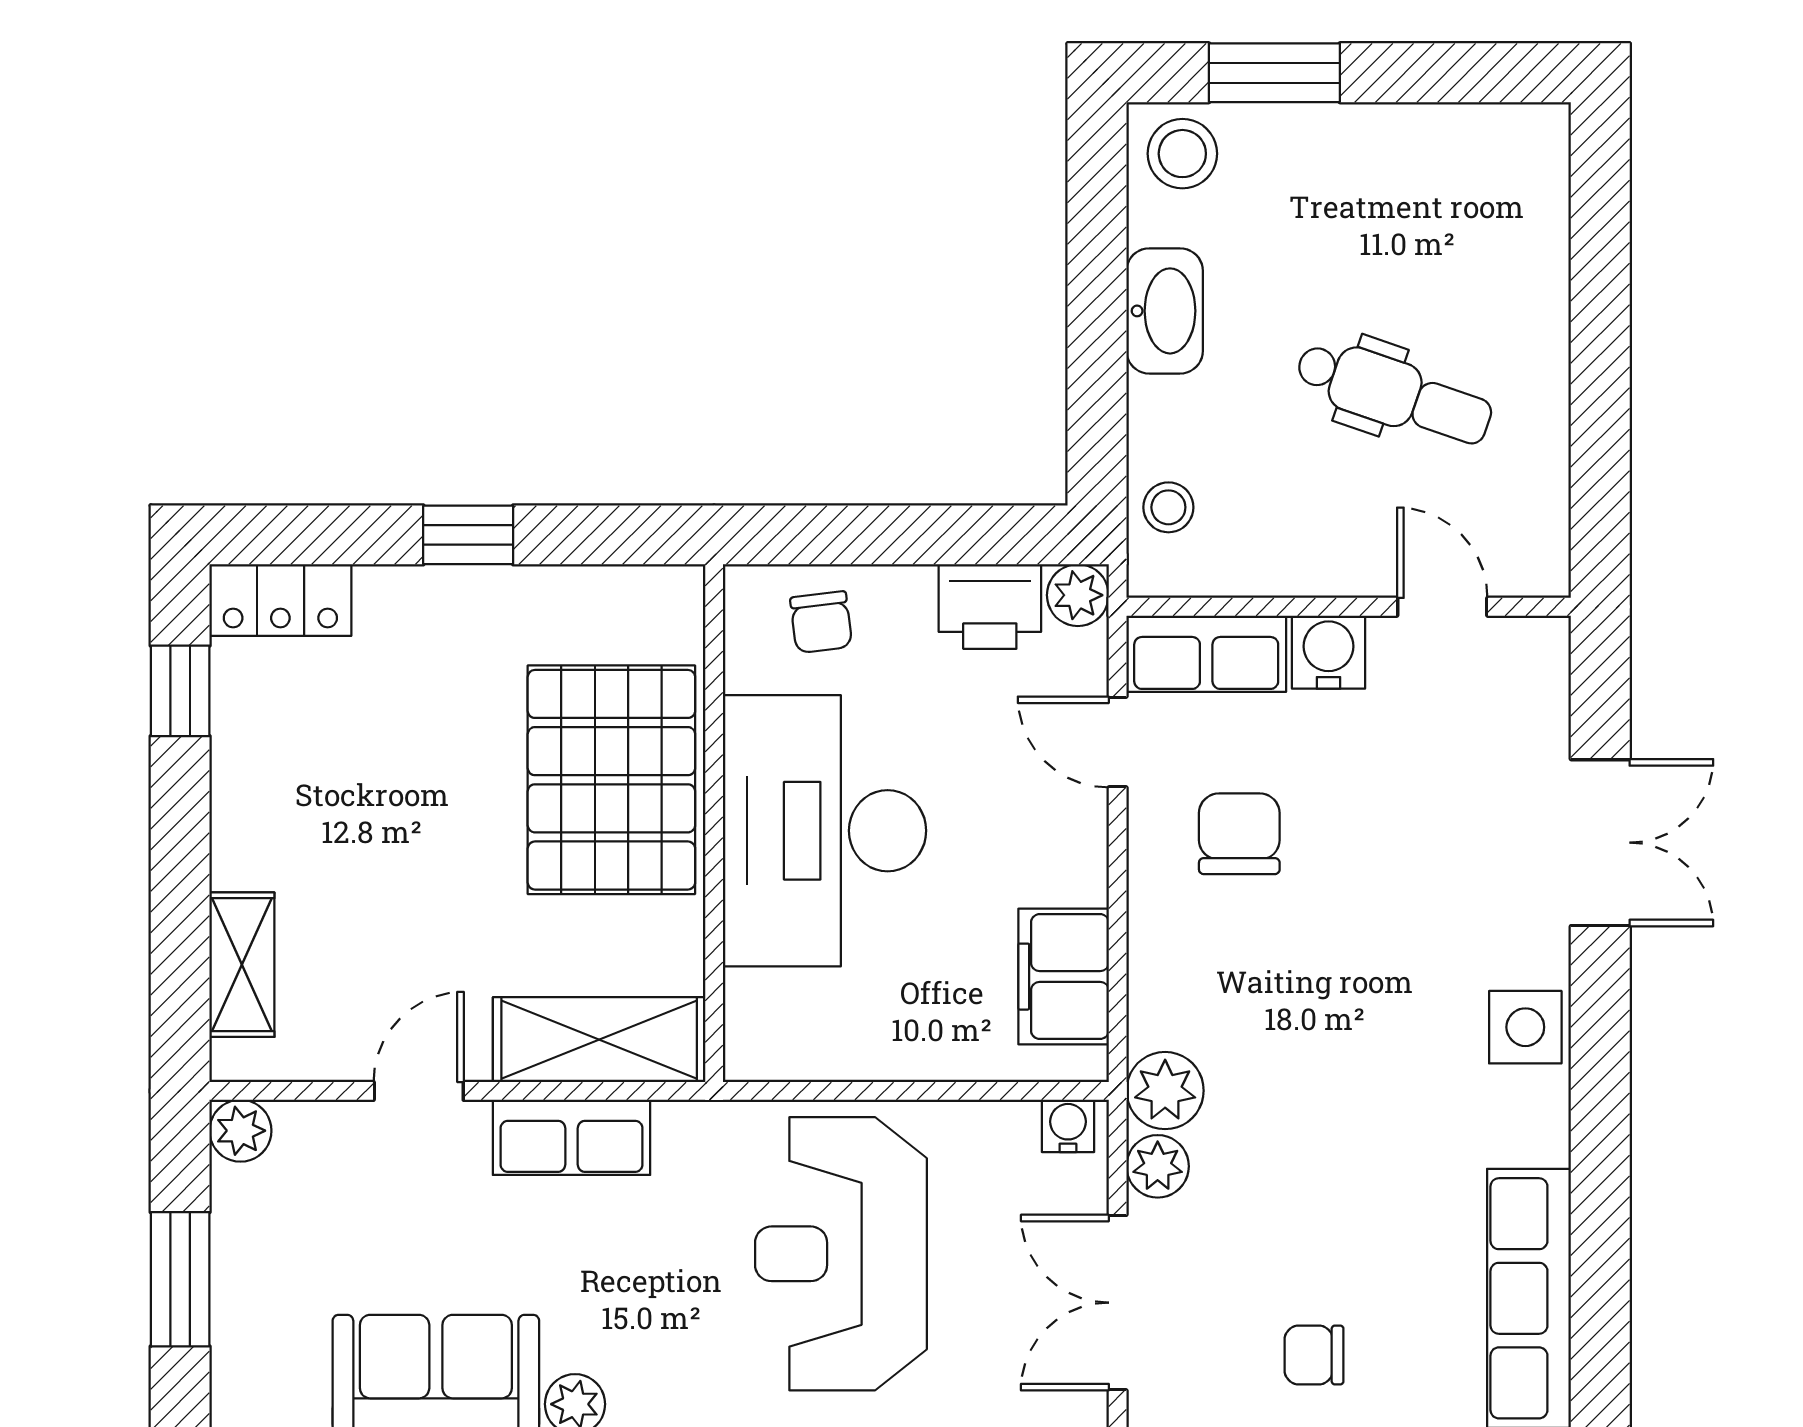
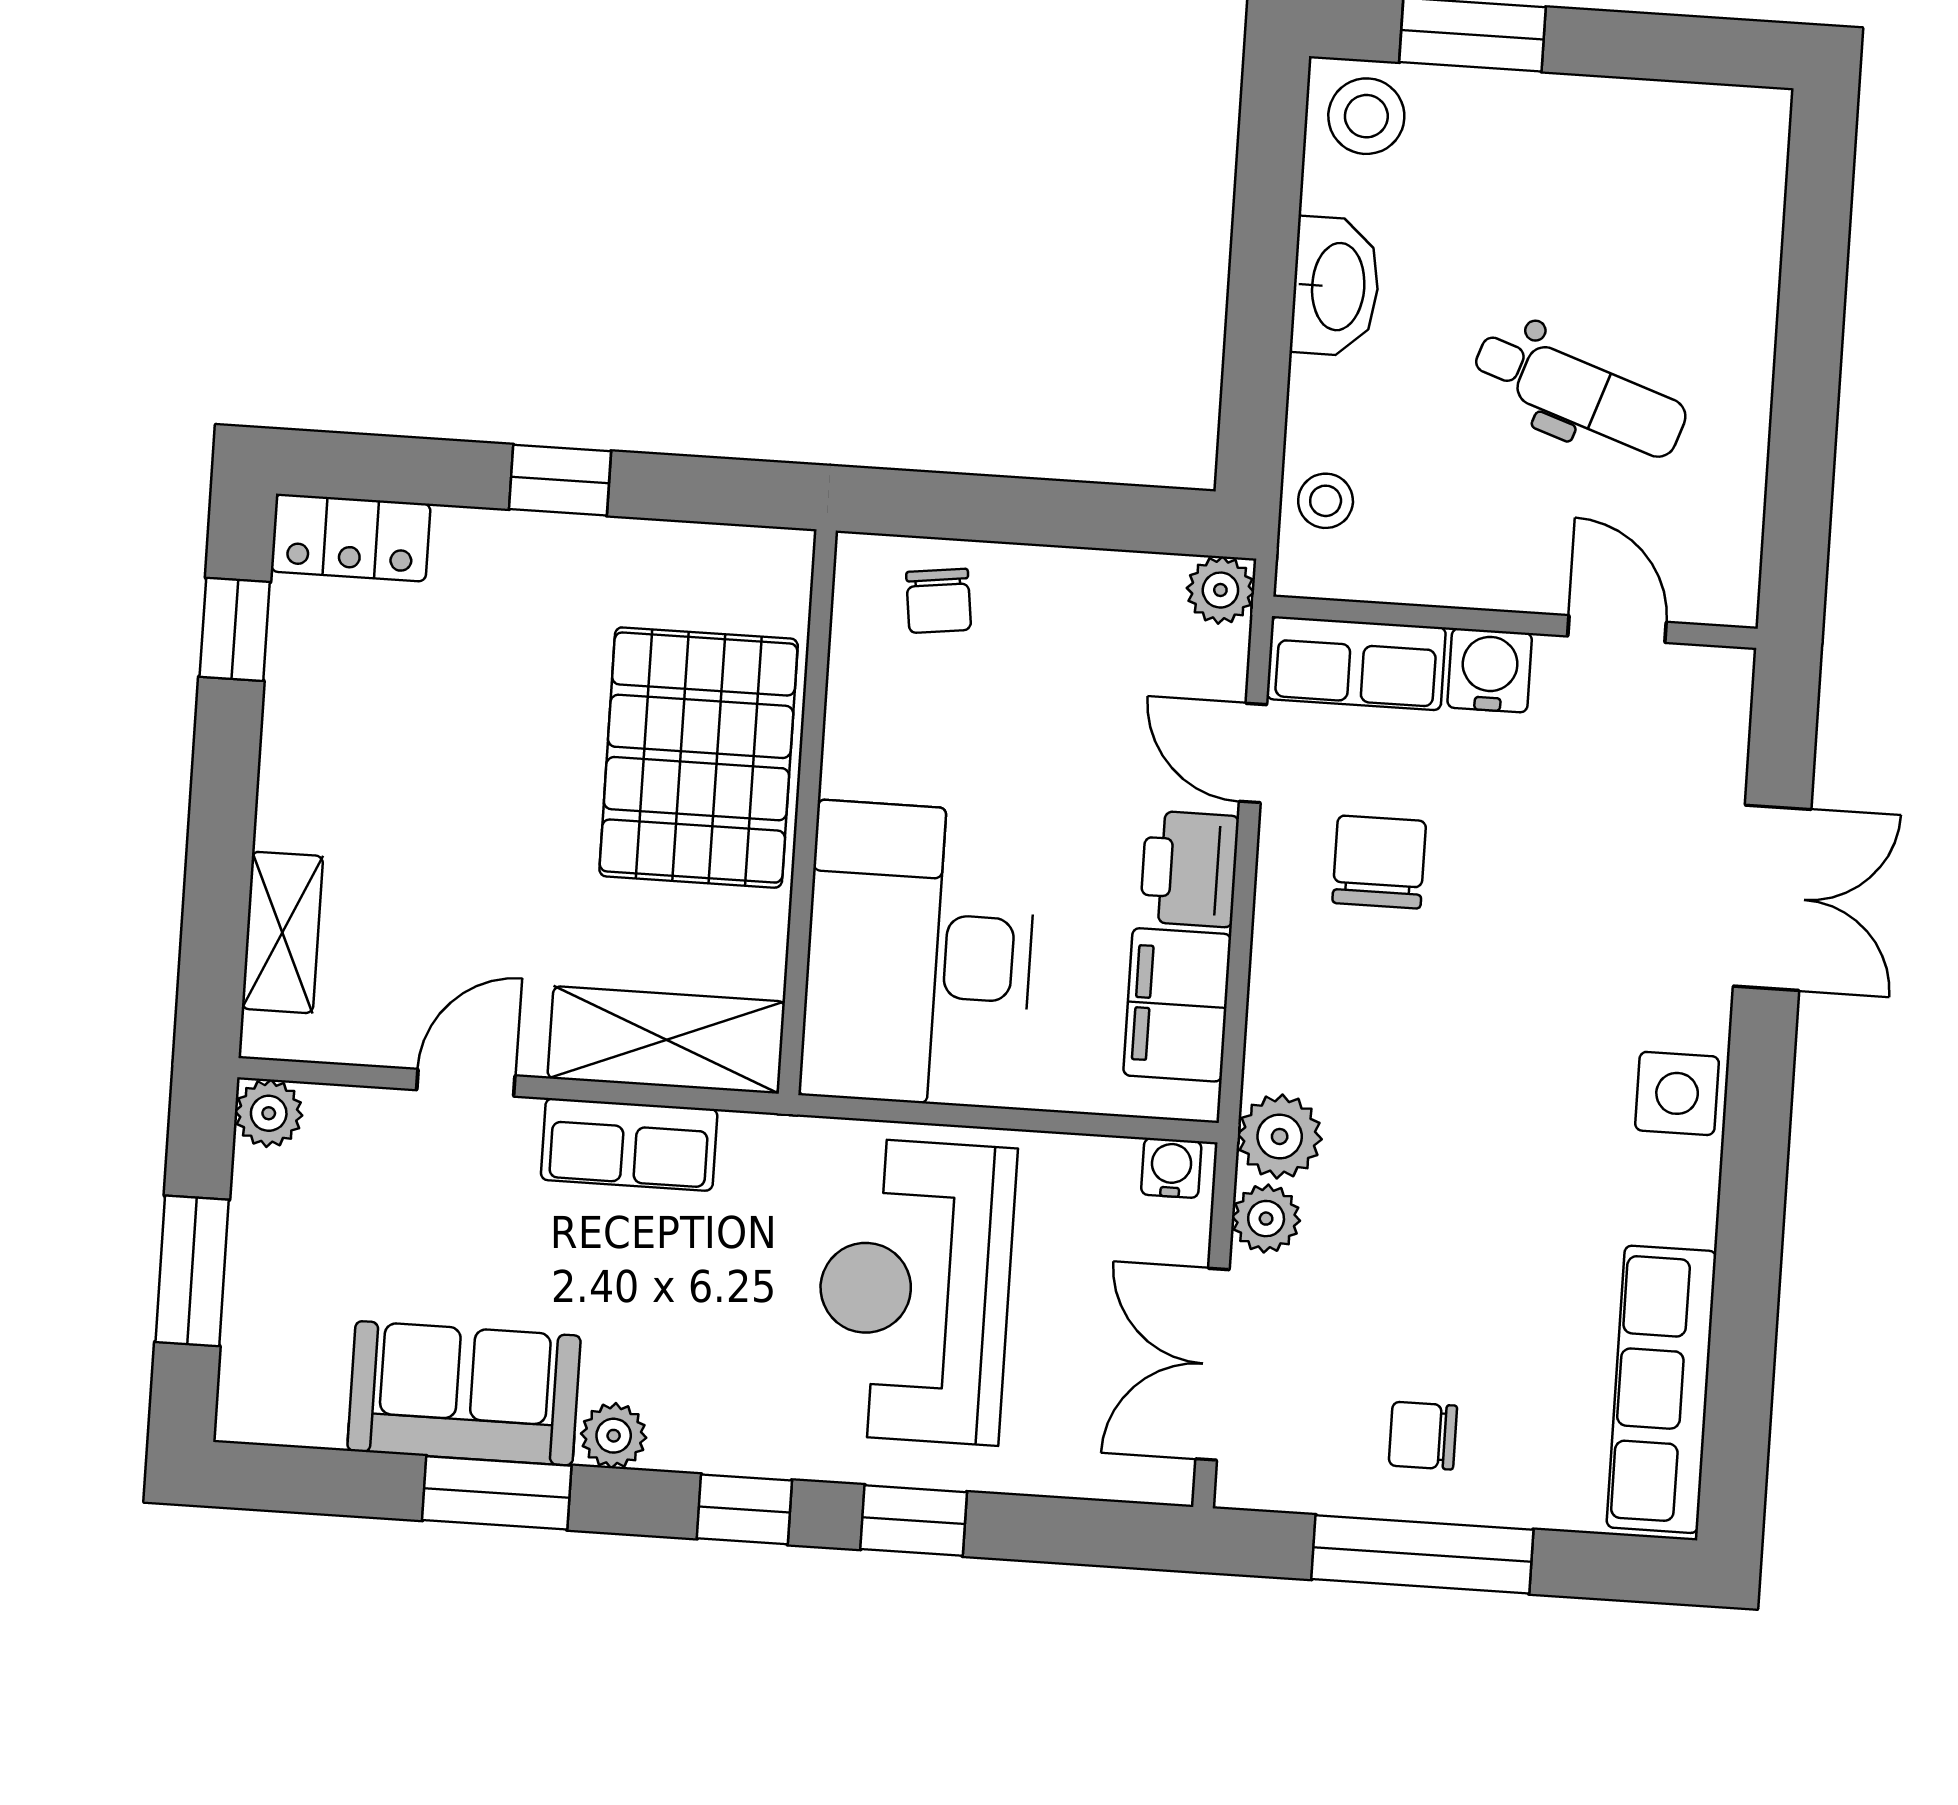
printer: (990, 607) -> (1189, 869), moved, turned 90
desk: (825, 831) -> (919, 955), moved

